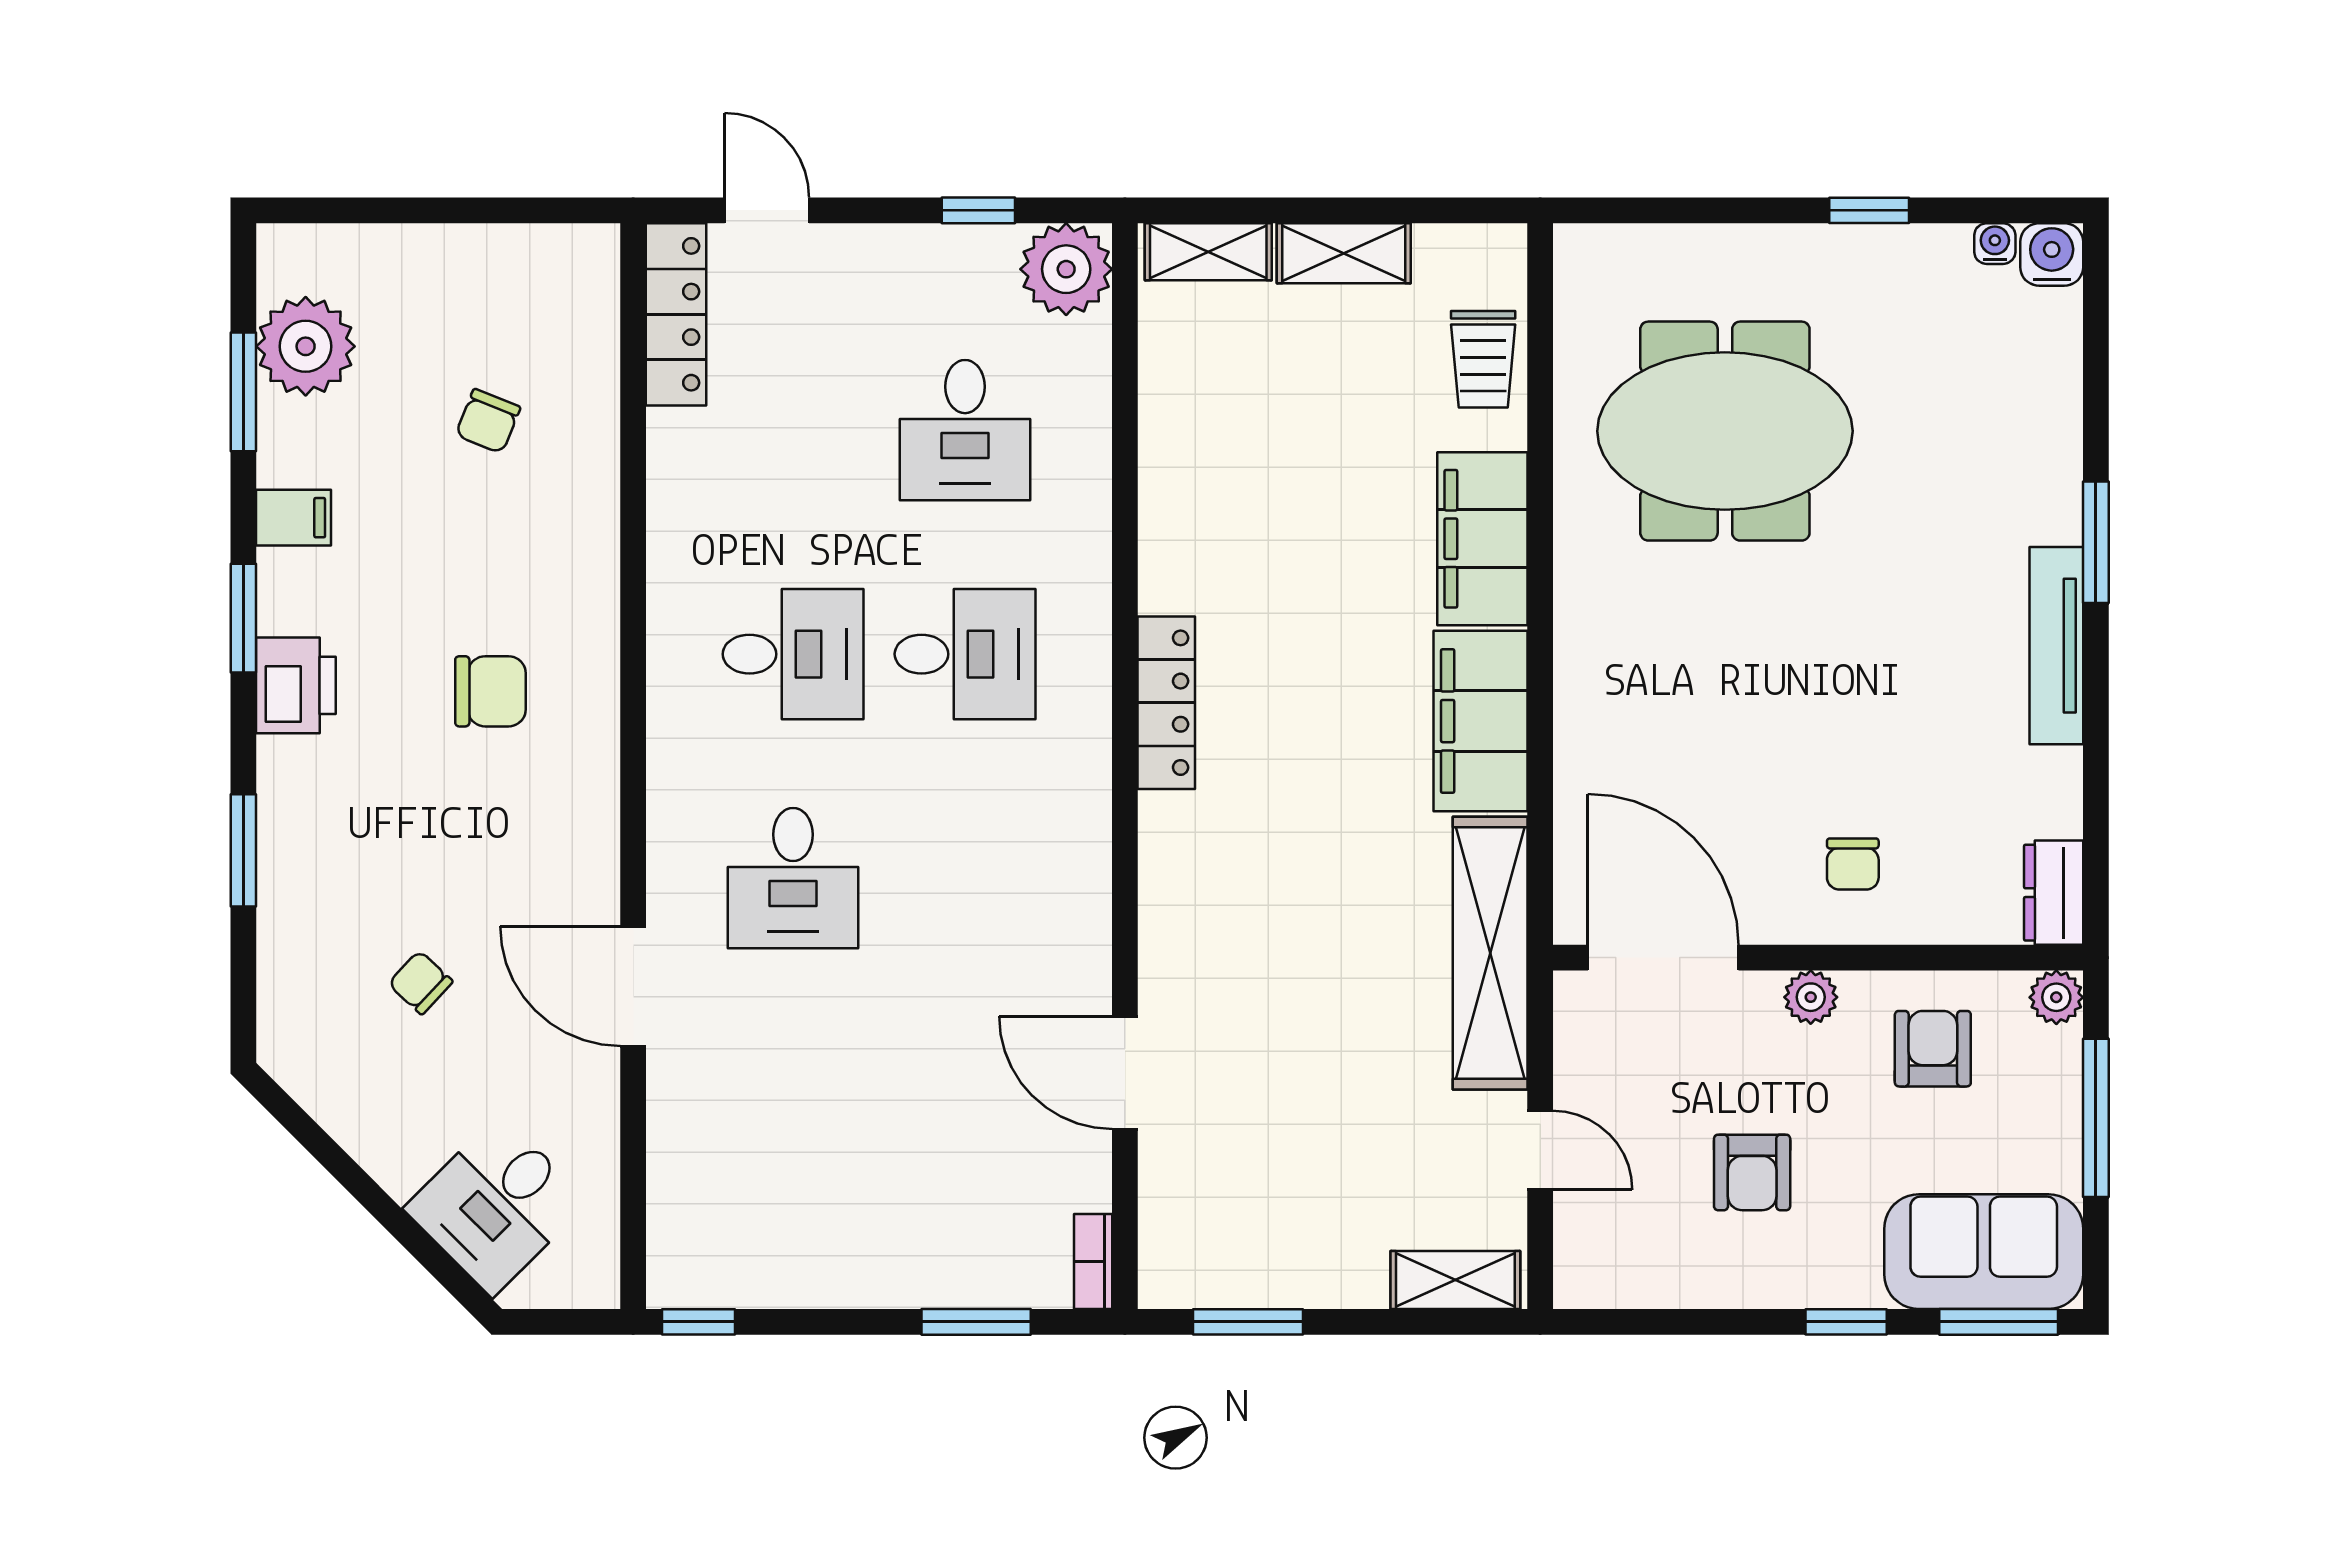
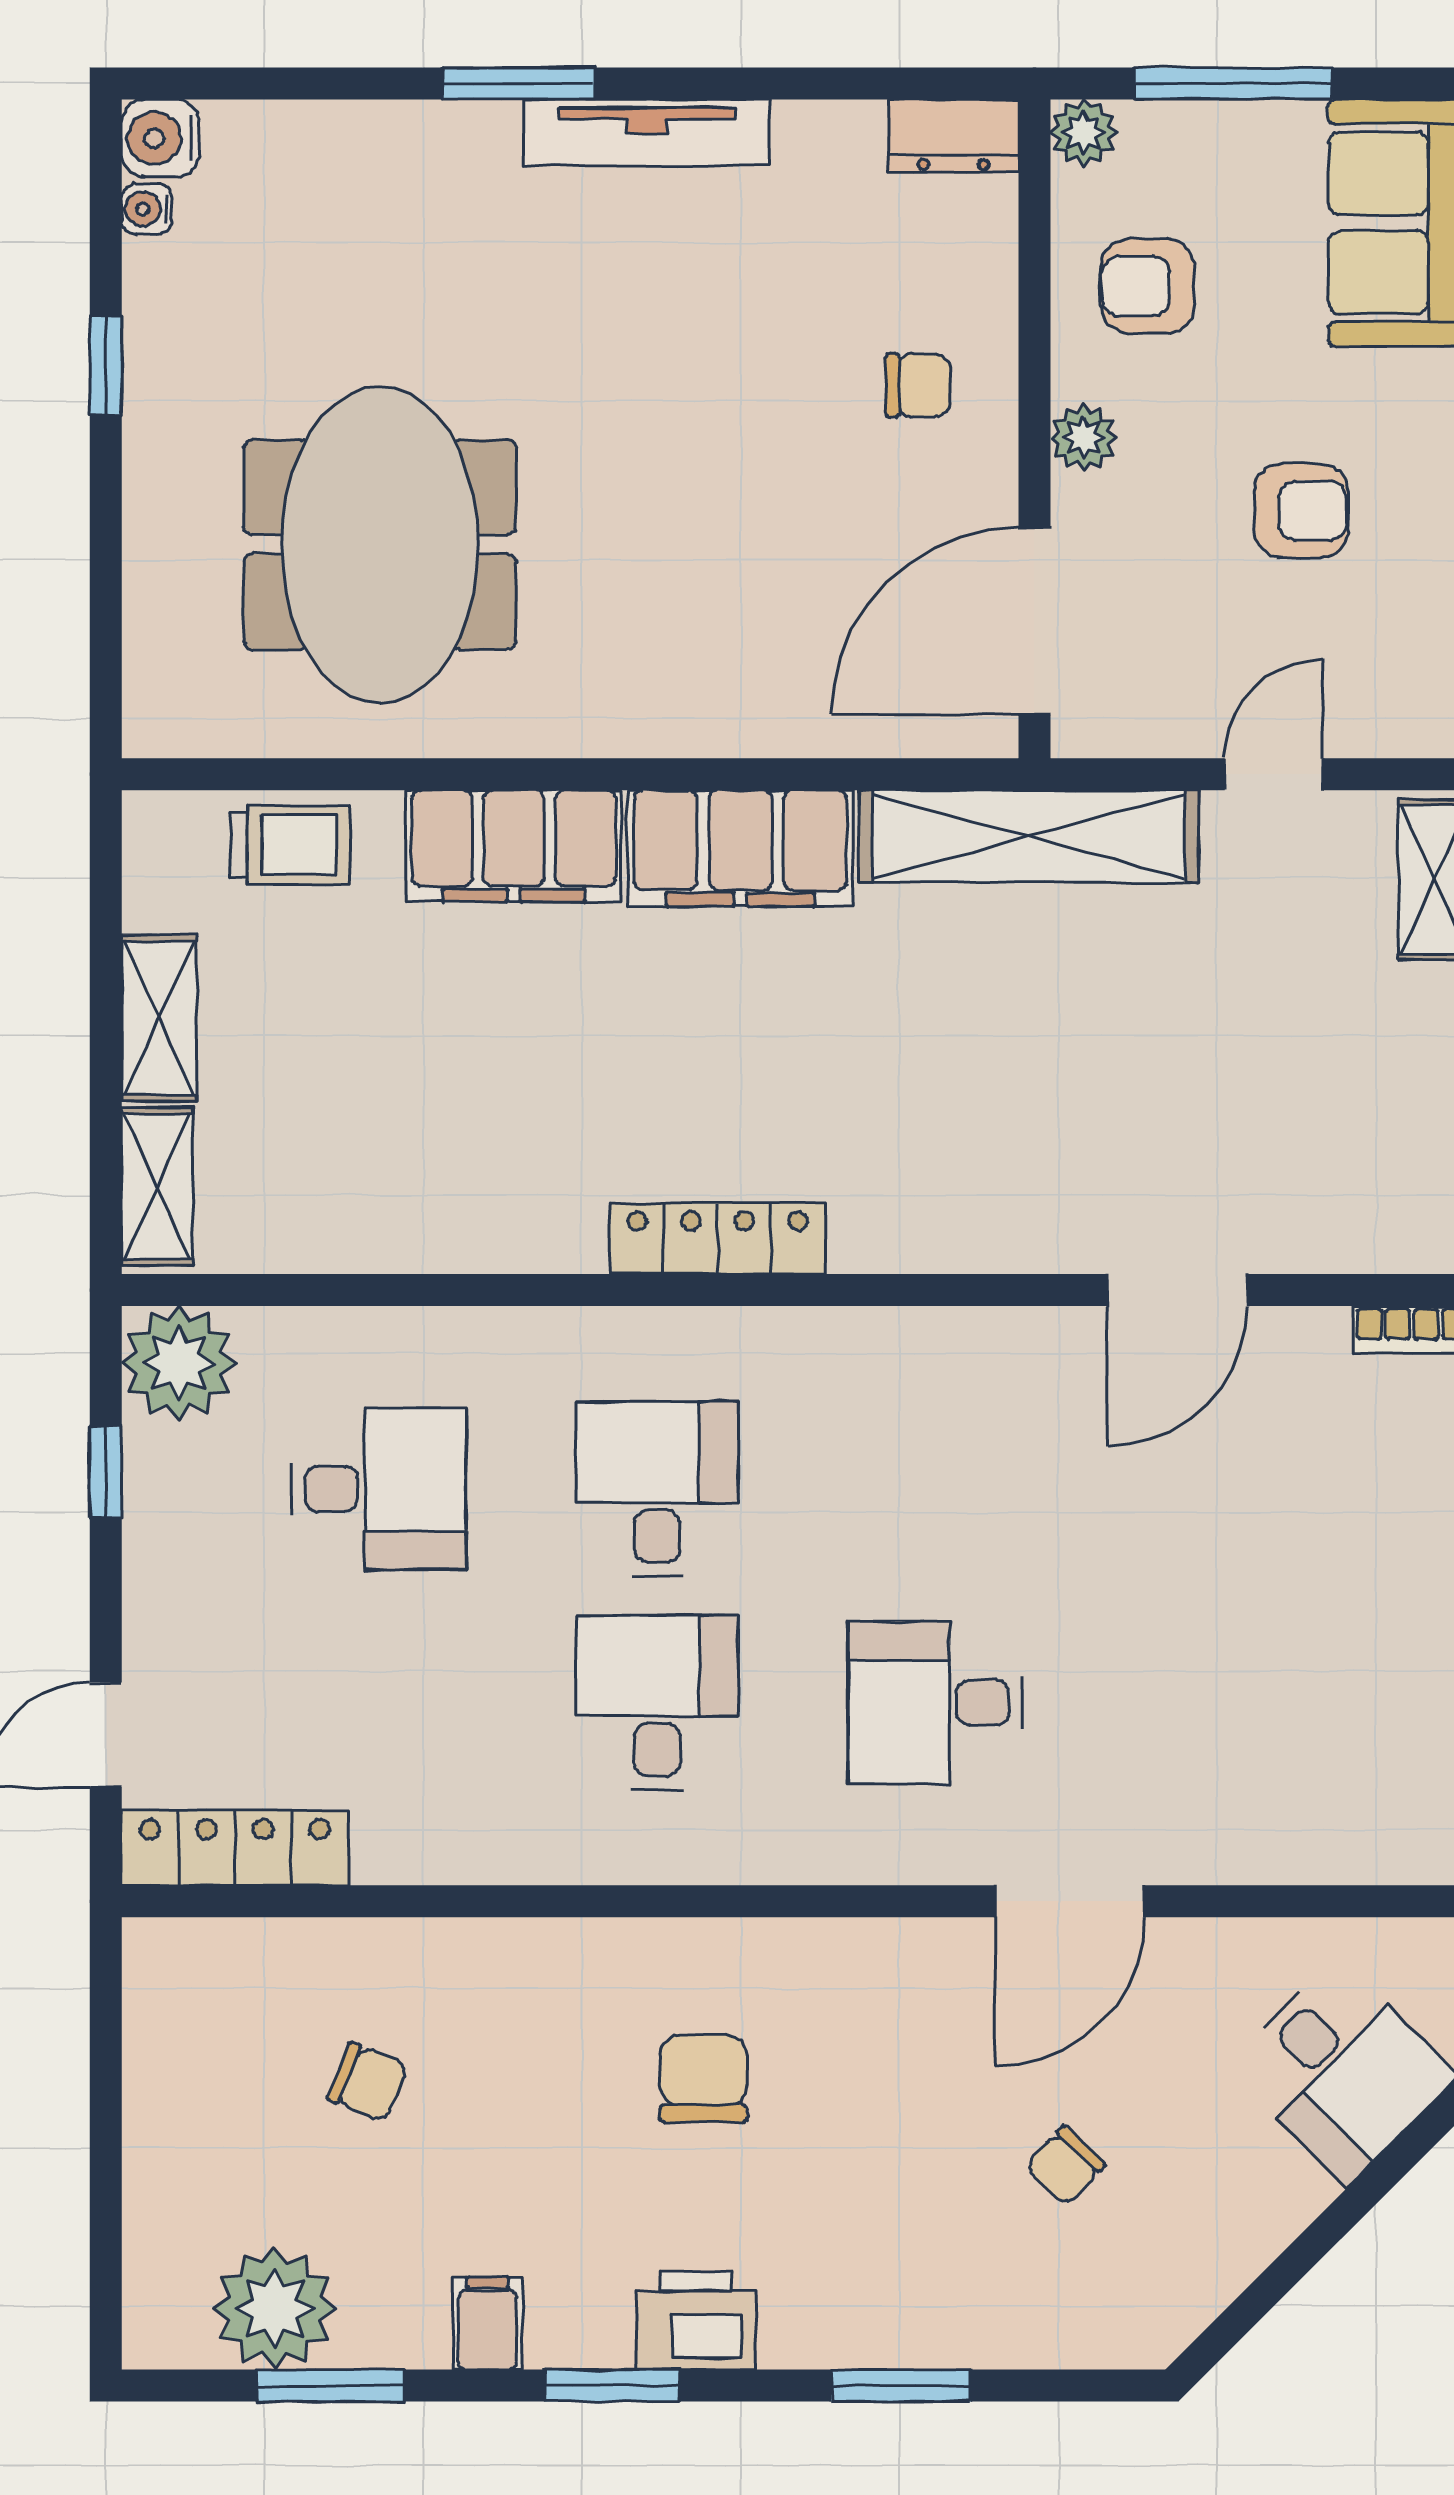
desk: (793, 878) -> (935, 1703), turned 180

